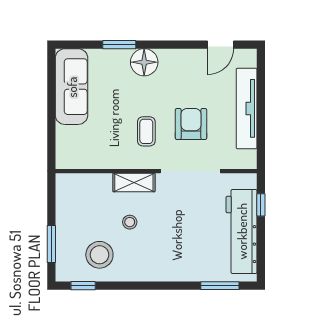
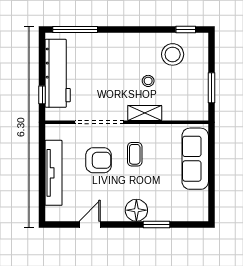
door: (220, 45) -> (90, 225), moved
sofa: (72, 87) -> (195, 159), moved
armchair: (191, 124) -> (99, 160), turned -90
window: (51, 244) -> (211, 88), moved
window: (220, 286) -> (75, 29), width x1.44

